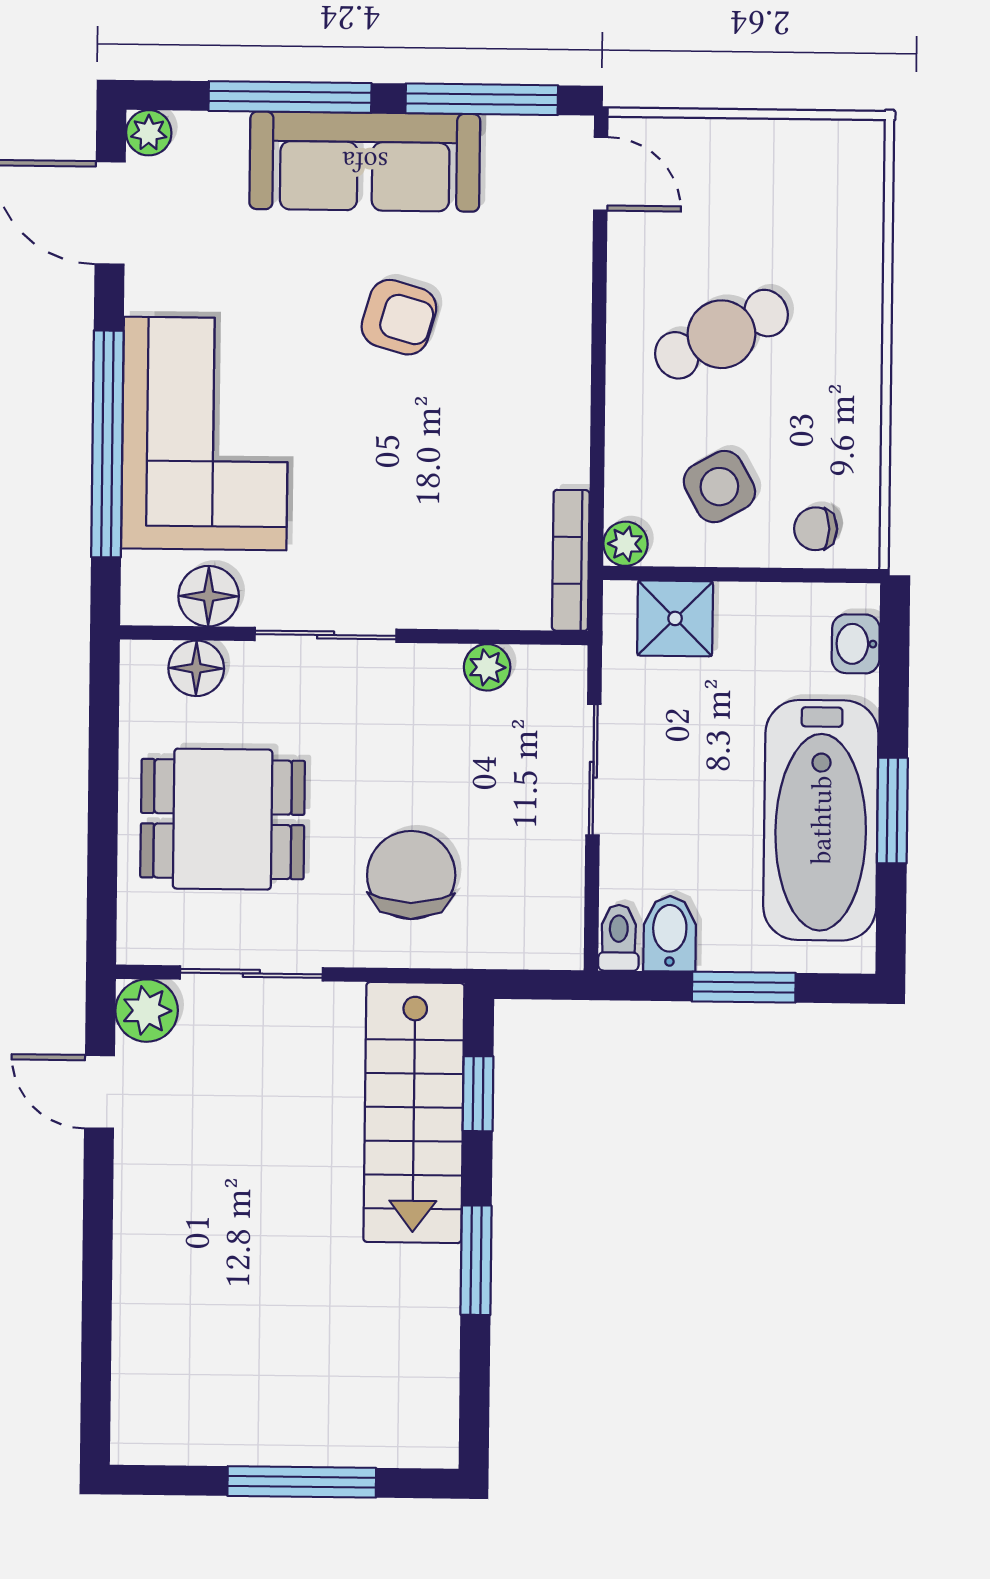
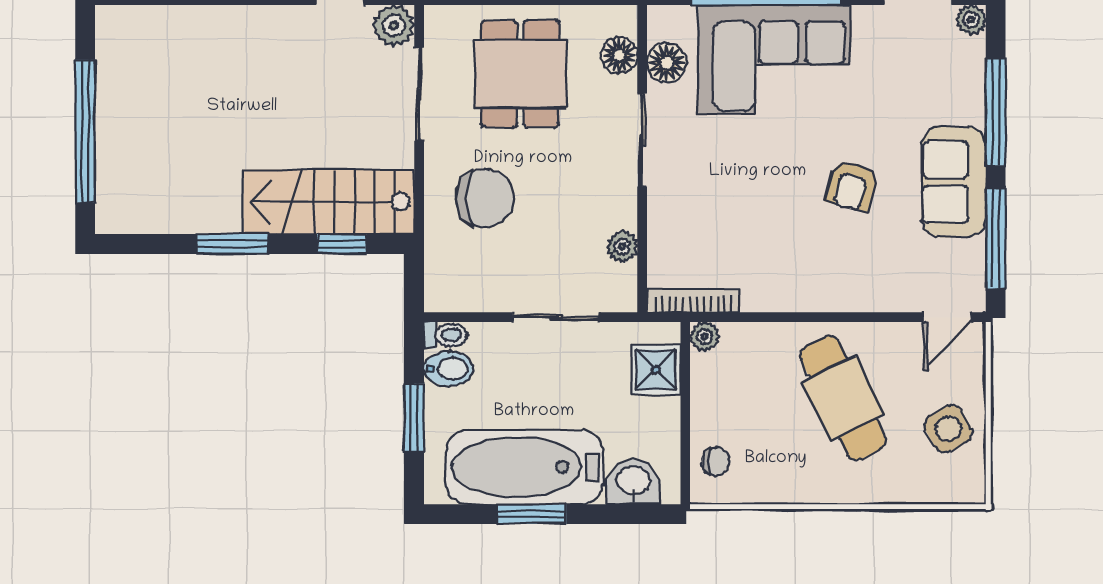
sofa: (365, 162) -> (954, 182), width x0.73
cafe table: (721, 334) -> (843, 398), width x1.37, depth x1.35
side table: (719, 487) -> (948, 429), moved
chair: (816, 529) -> (716, 461), turned 90
washbasin: (856, 644) -> (633, 482), width x1.38, depth x1.45
window: (302, 1482) -> (85, 131), width x1.46

